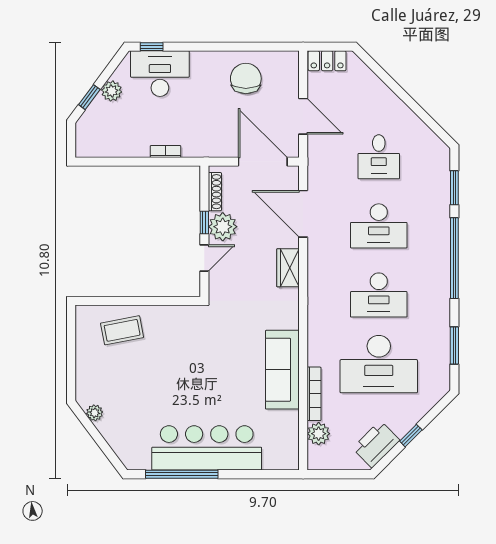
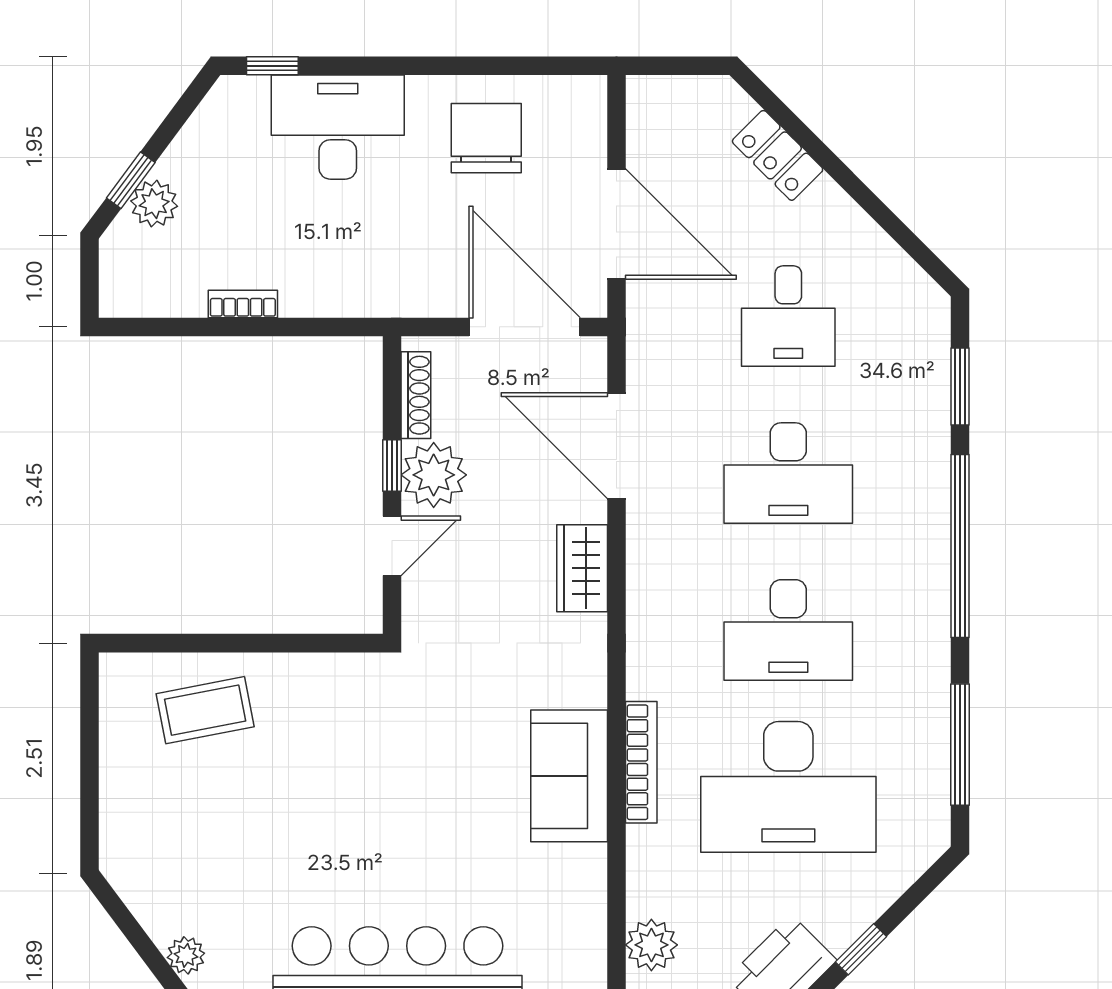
locker: (327, 61) -> (778, 155), moved, turned 45
desk: (160, 74) -> (338, 127), moved
plant: (112, 91) -> (154, 204), moved
door: (303, 116) -> (616, 224), width x1.36
bookcase: (166, 151) -> (243, 304), moved
window: (454, 345) -> (960, 745), width x1.44
sofa: (282, 370) -> (569, 776), width x0.73
bookcase: (314, 394) -> (641, 762), moved
plant: (95, 413) -> (186, 955), moved

